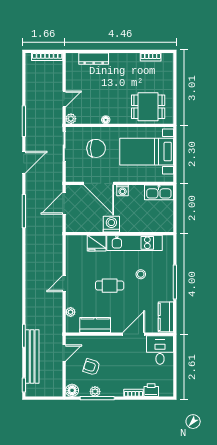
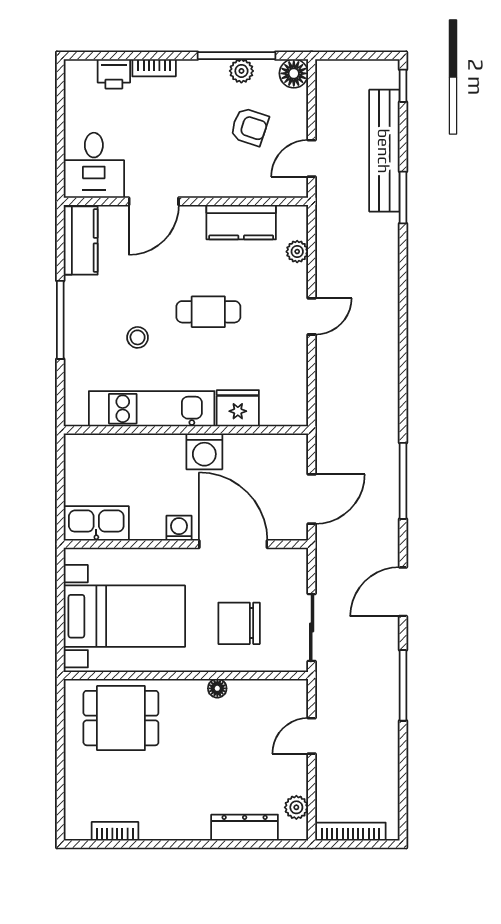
plant: (71, 119) -> (296, 807), moved

